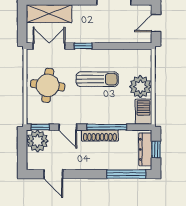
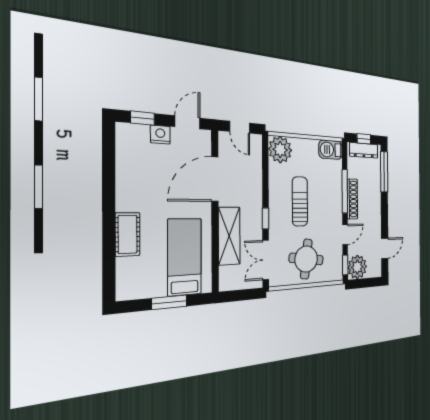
shelving: (49, 14) -> (229, 236), moved
plant: (140, 87) -> (280, 150), moved

